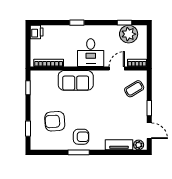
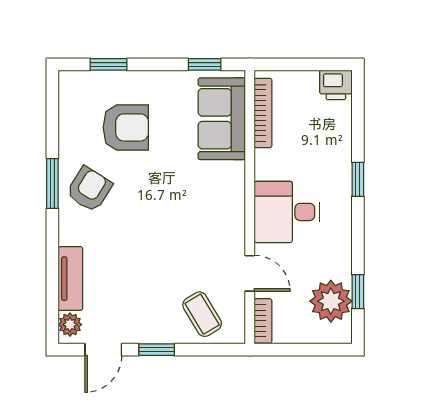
sofa: (76, 80) -> (222, 119), moved
armchair: (55, 121) -> (126, 127), turned 94
armchair: (81, 137) -> (89, 189), turned -148

